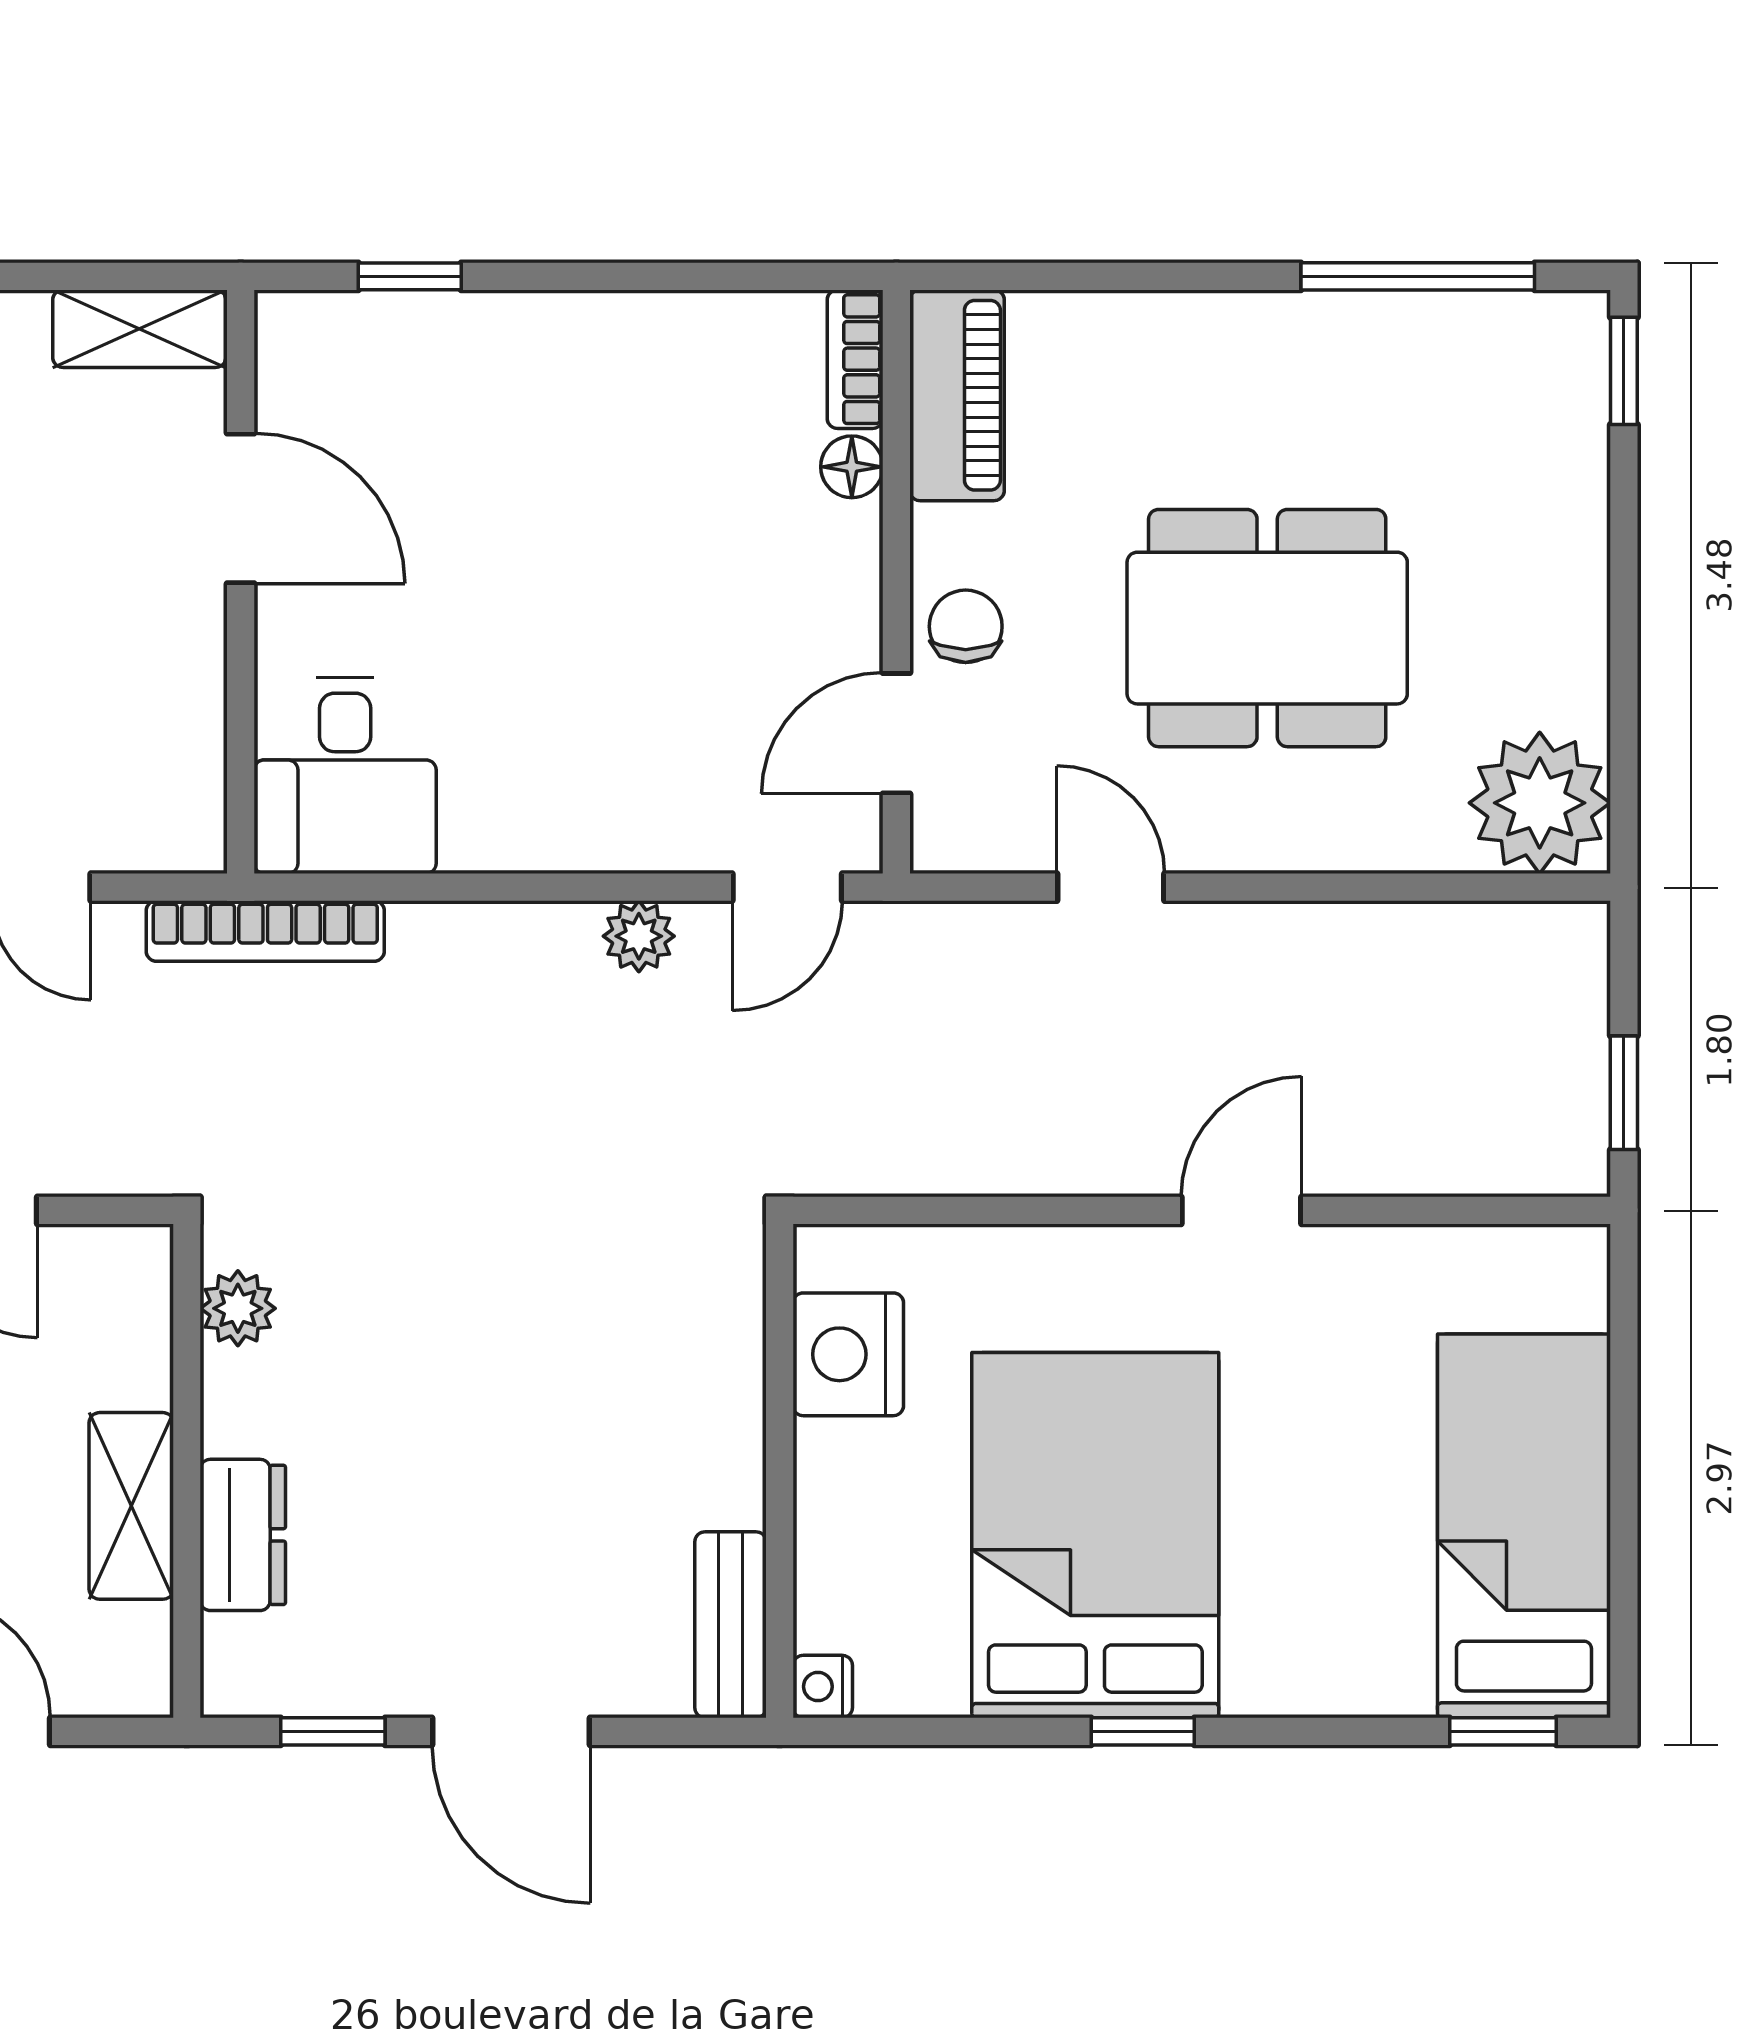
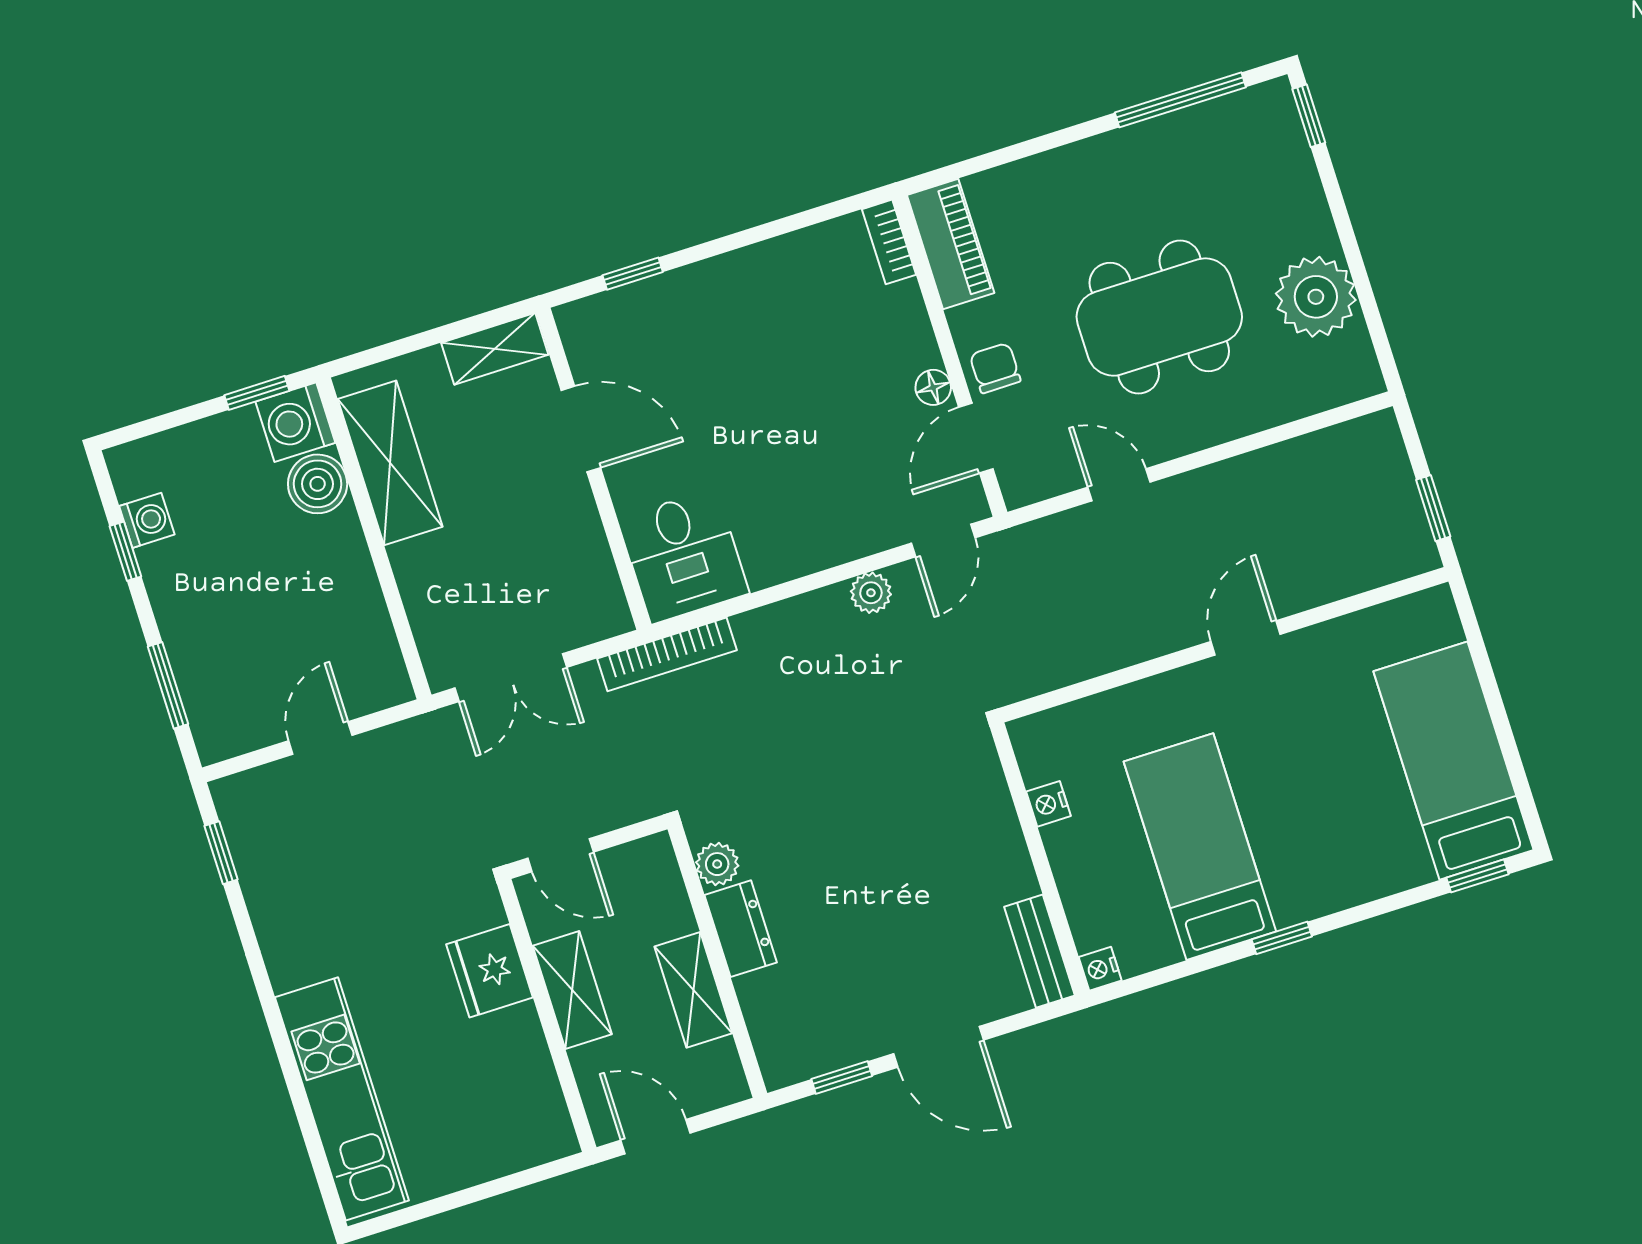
floor lamp: (852, 467) -> (933, 387), moved
plant: (1540, 803) -> (1316, 297), moved
nightstand: (848, 1354) -> (1049, 804), width x0.53, depth x0.56
dresser: (243, 1535) -> (741, 929), moved
bed: (1095, 1535) -> (1200, 847), width x0.67

